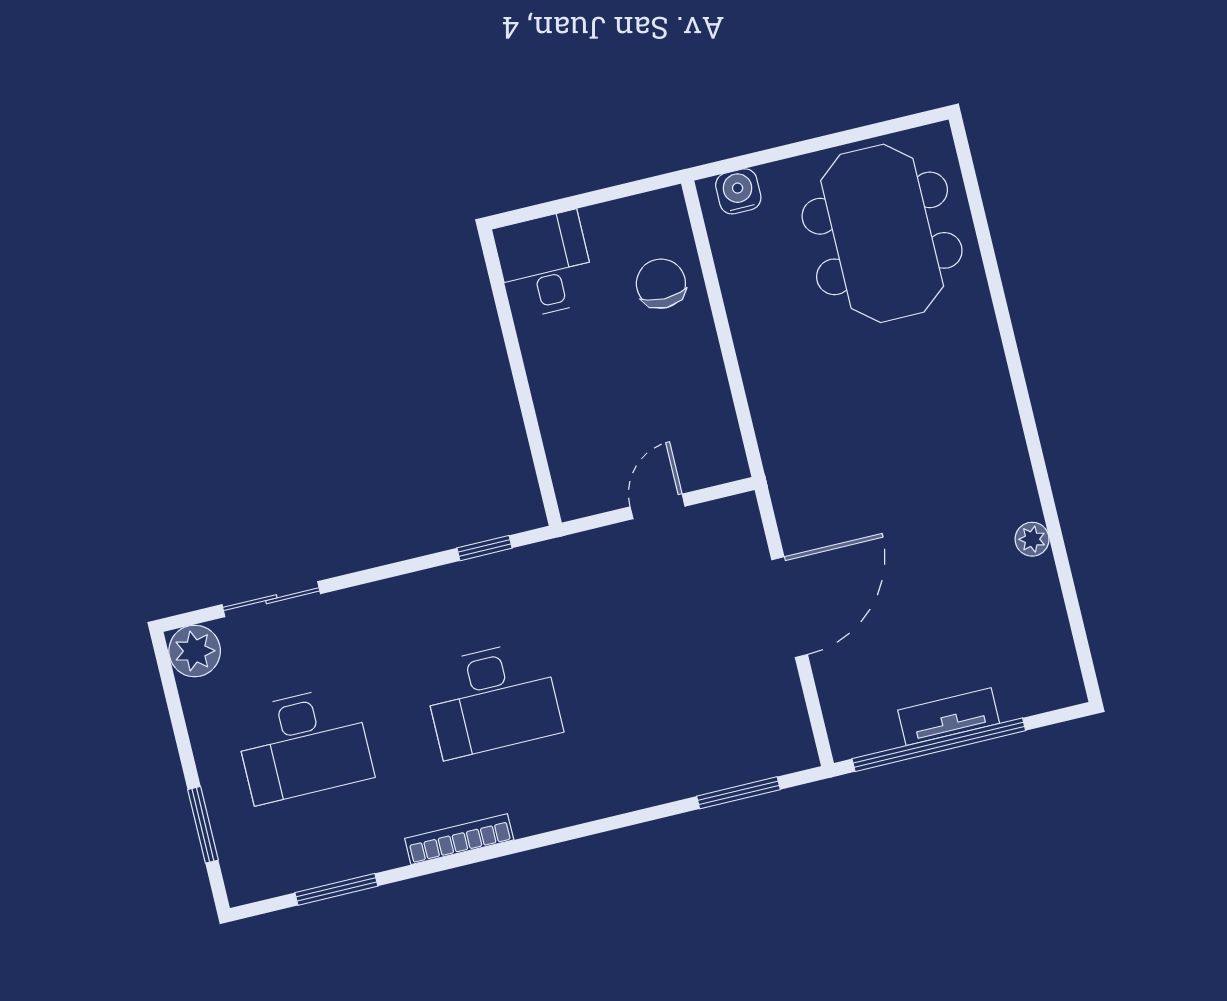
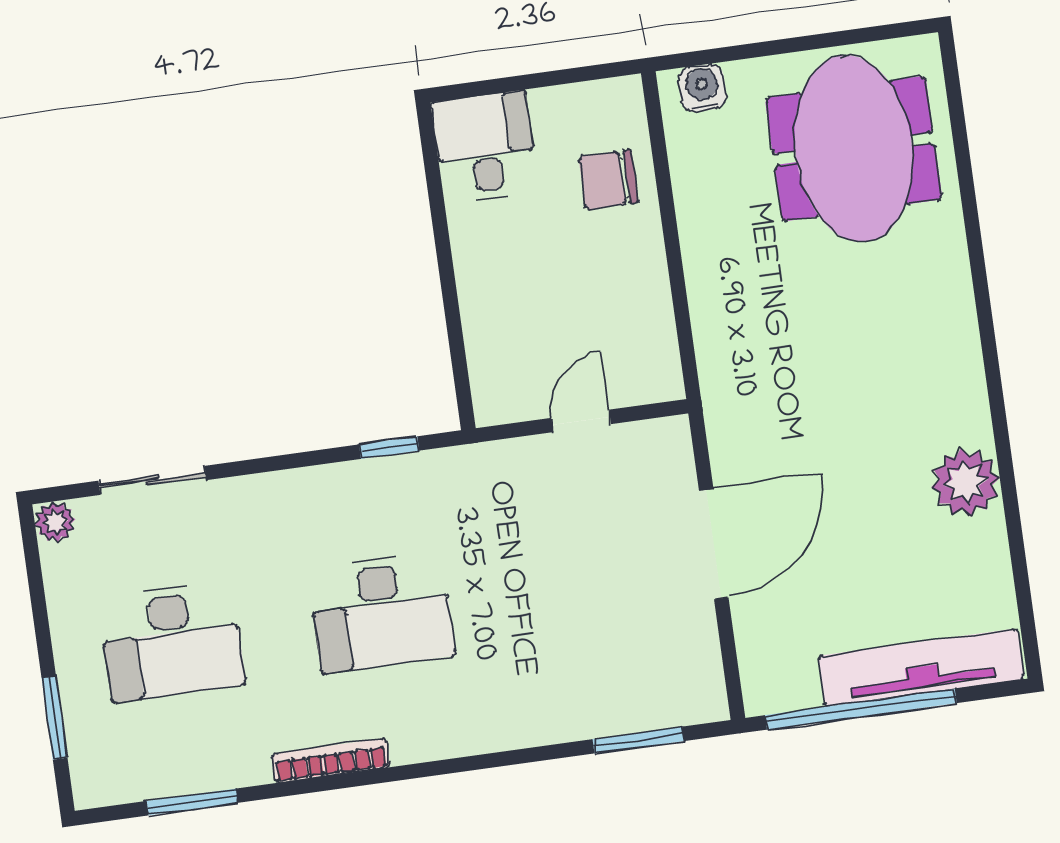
chair: (661, 284) -> (609, 180), turned -90
plant: (1032, 539) -> (966, 482), width x1.88, depth x1.88
plant: (195, 651) -> (55, 522), width x0.73, depth x0.73
tv unit: (949, 717) -> (921, 668), width x1.92, depth x1.29

